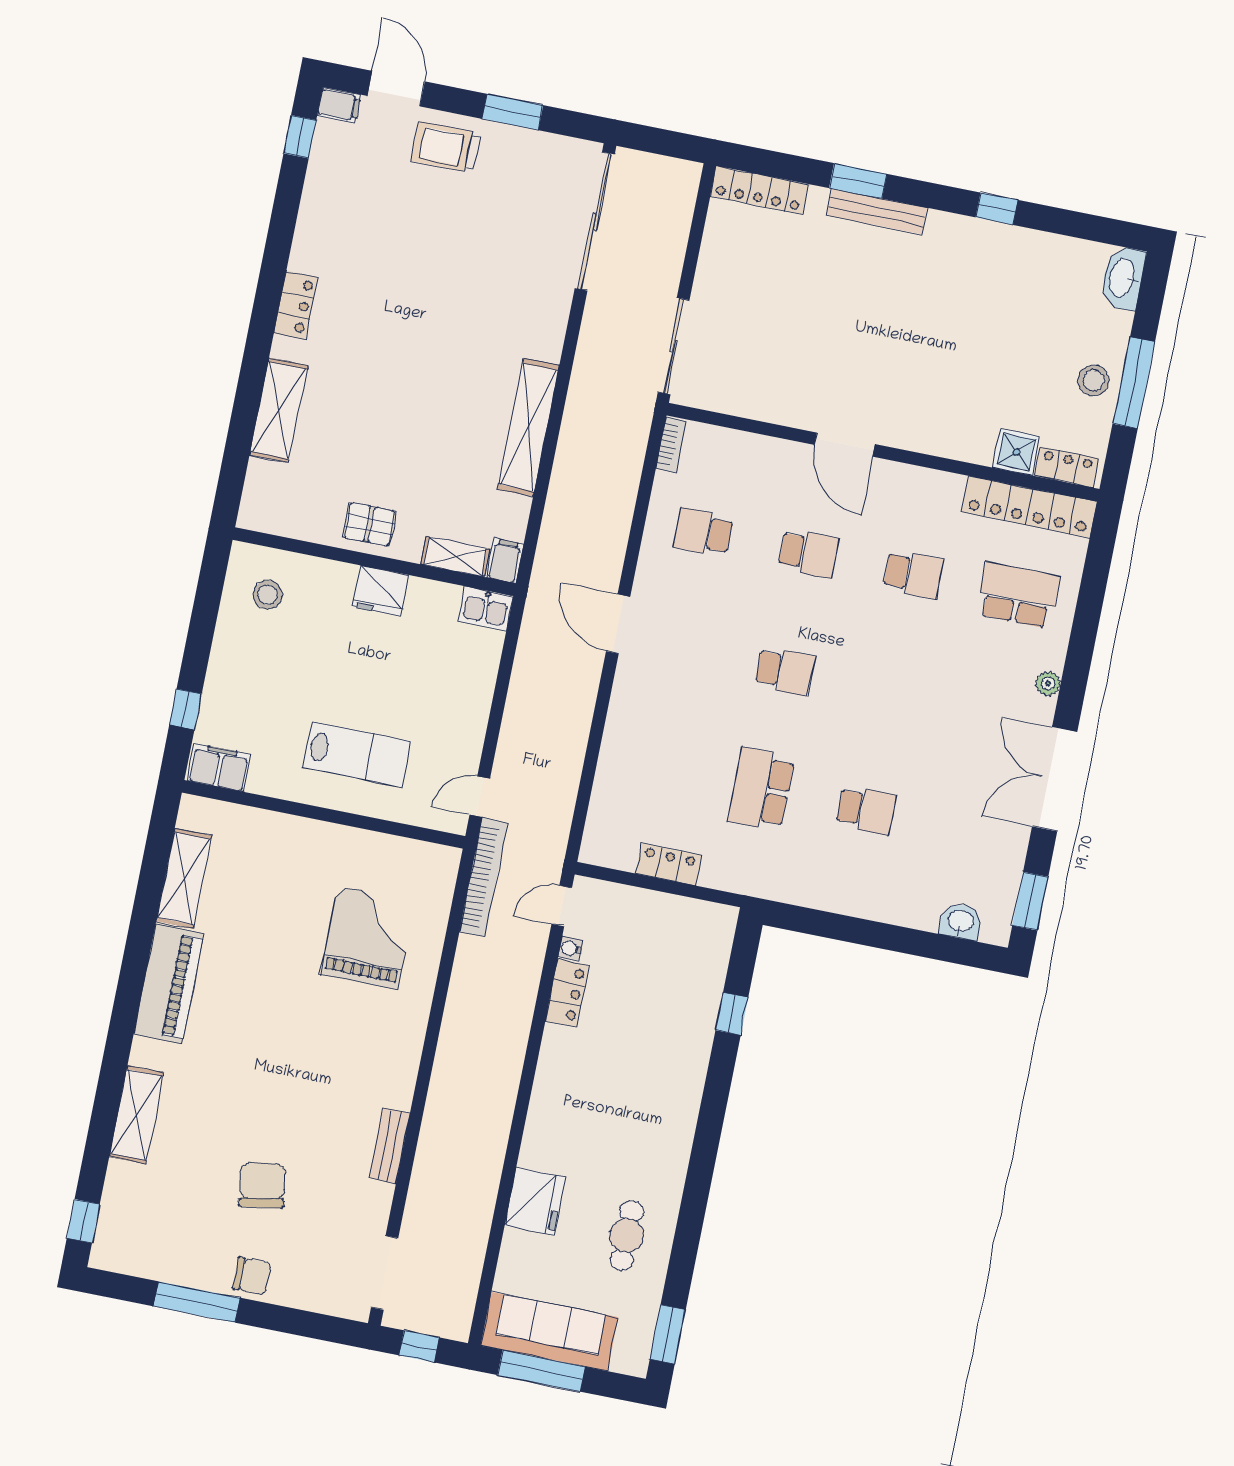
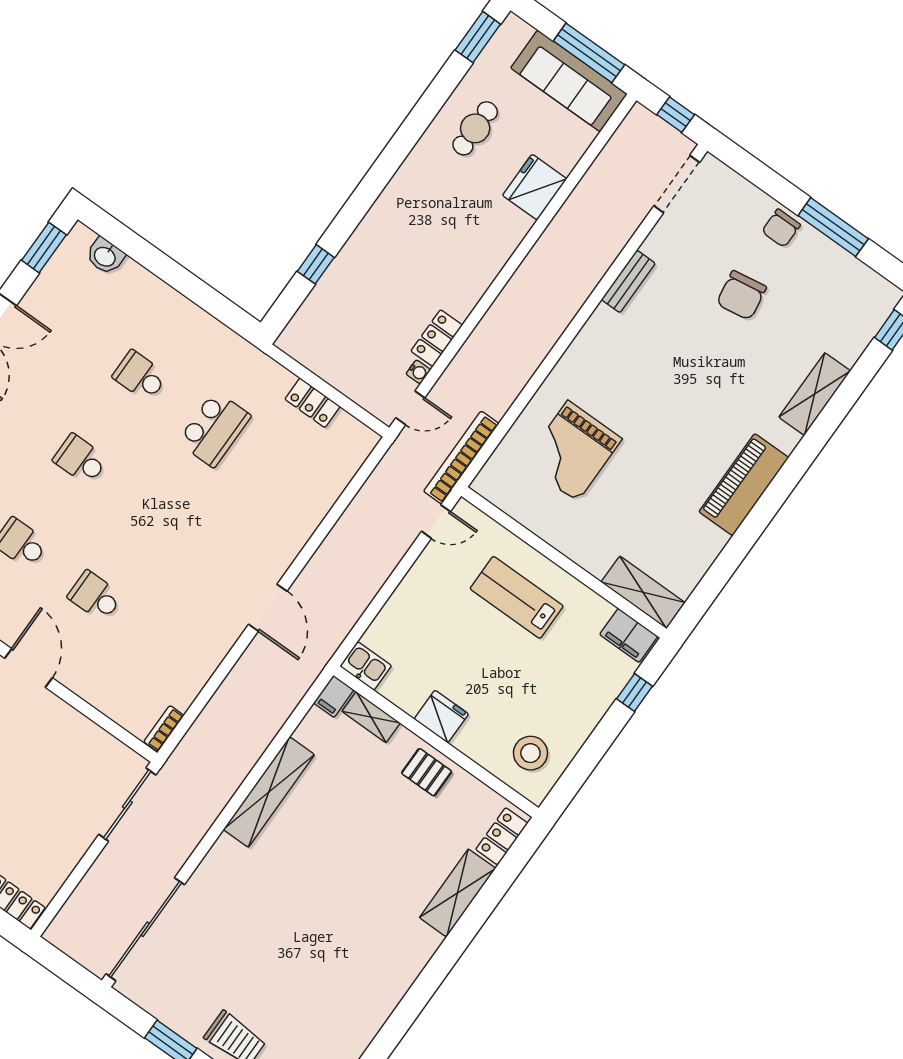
locker: (296, 305) -> (502, 836), moved
school desk: (703, 532) -> (169, 649), removed
stool: (268, 595) -> (530, 753), width x1.38, depth x1.38
school desk: (785, 671) -> (80, 460), moved
shelving: (184, 879) -> (643, 592), moved, turned 90
chair: (252, 1276) -> (781, 228), turned -90

